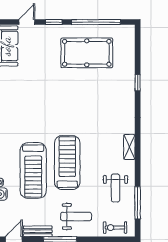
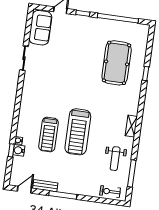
pool table: (87, 53) -> (117, 63), moved, turned 90
treadmill: (67, 163) -> (78, 132), turned 180
treadmill: (33, 170) -> (49, 135), width x0.73, depth x0.73
weight bench: (76, 216) -> (79, 178), removed

